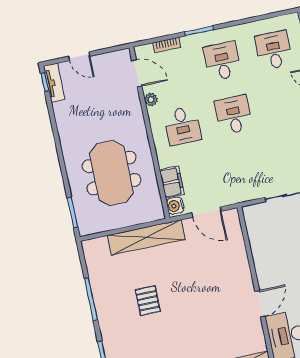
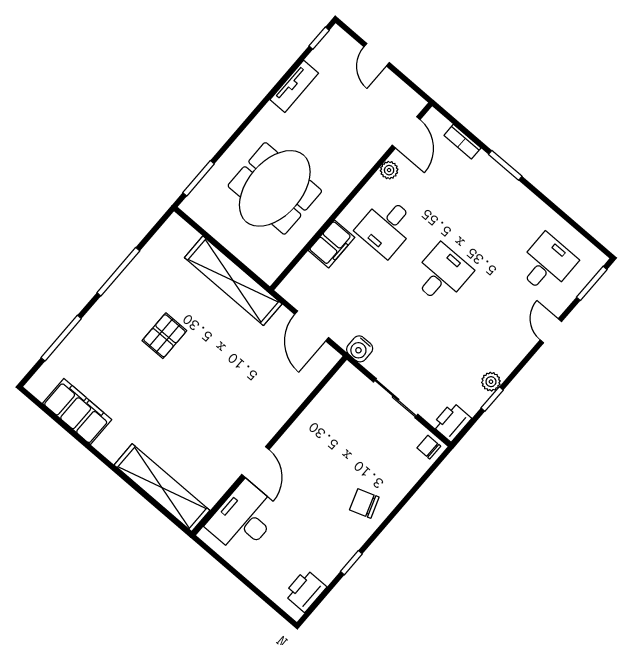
desk: (222, 61) -> (491, 216), removed
tv unit: (54, 83) -> (294, 86), moved
filing cabinet: (172, 182) -> (332, 244), moved
water cooler: (175, 206) -> (360, 349), moved, turned -90
door: (260, 304) -> (255, 462), hinge flipped

